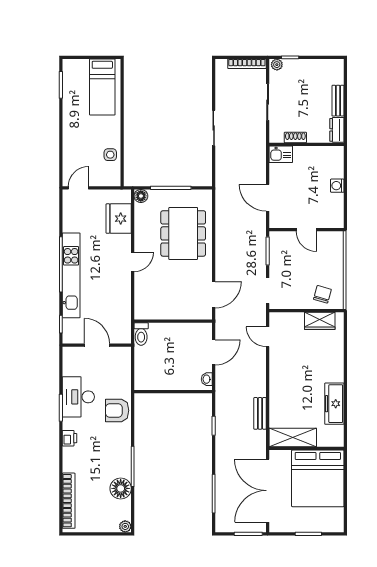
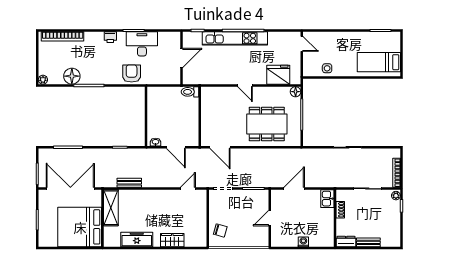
wardrobe: (320, 321) -> (172, 240), moved, turned 90

